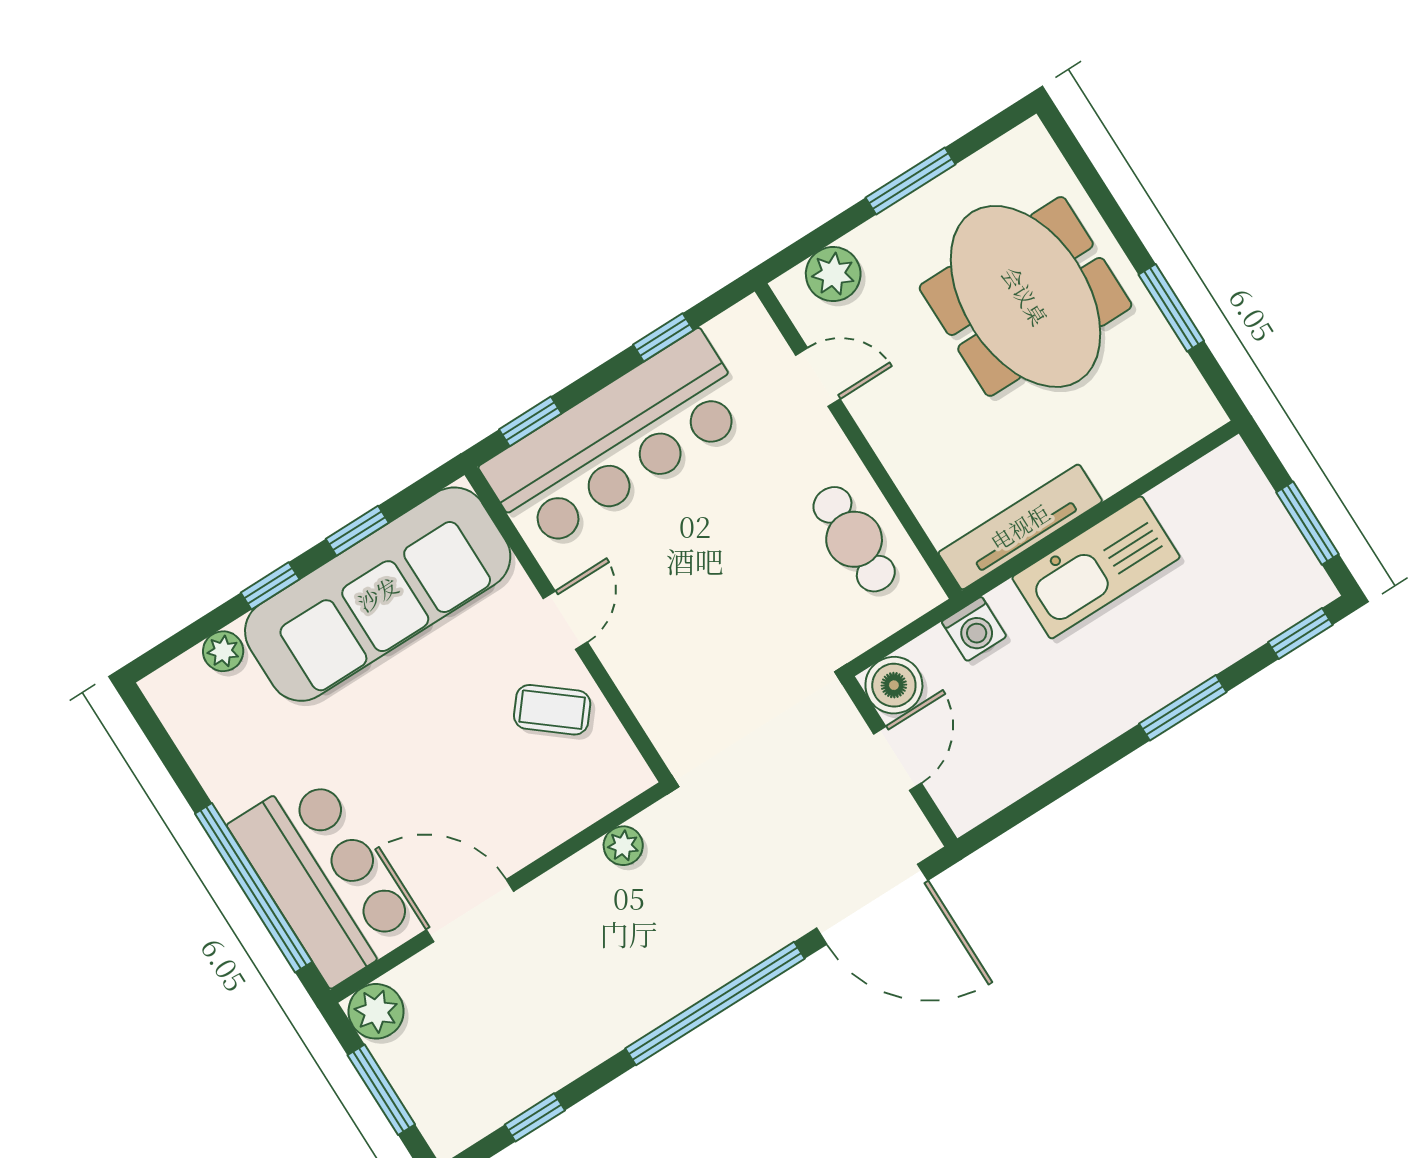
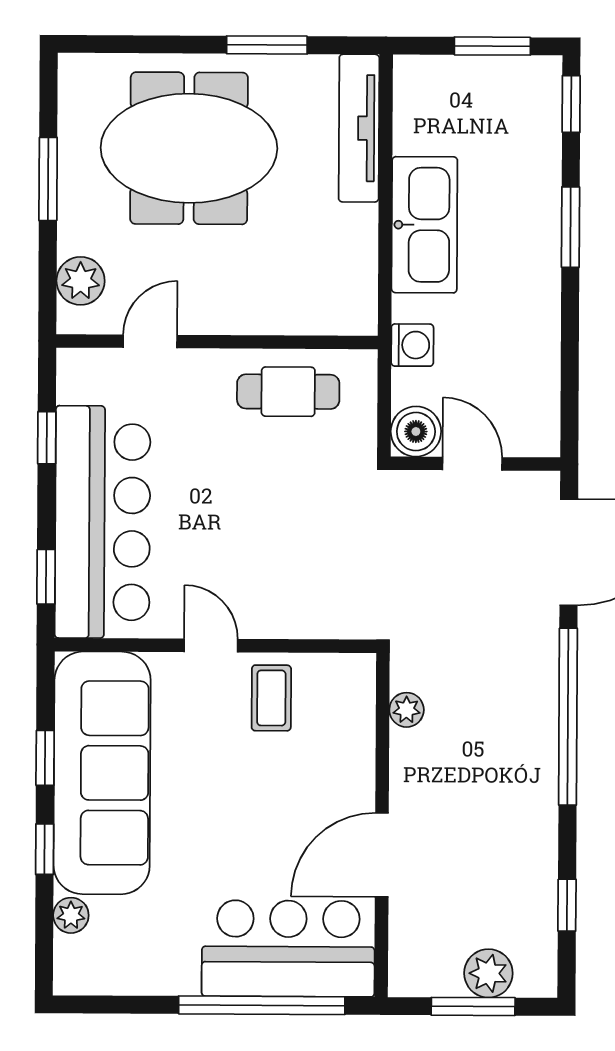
tv unit: (1020, 527) -> (359, 128), moved
coffee table: (552, 710) -> (271, 698), turned -39
plant: (376, 1011) -> (488, 973), moved

